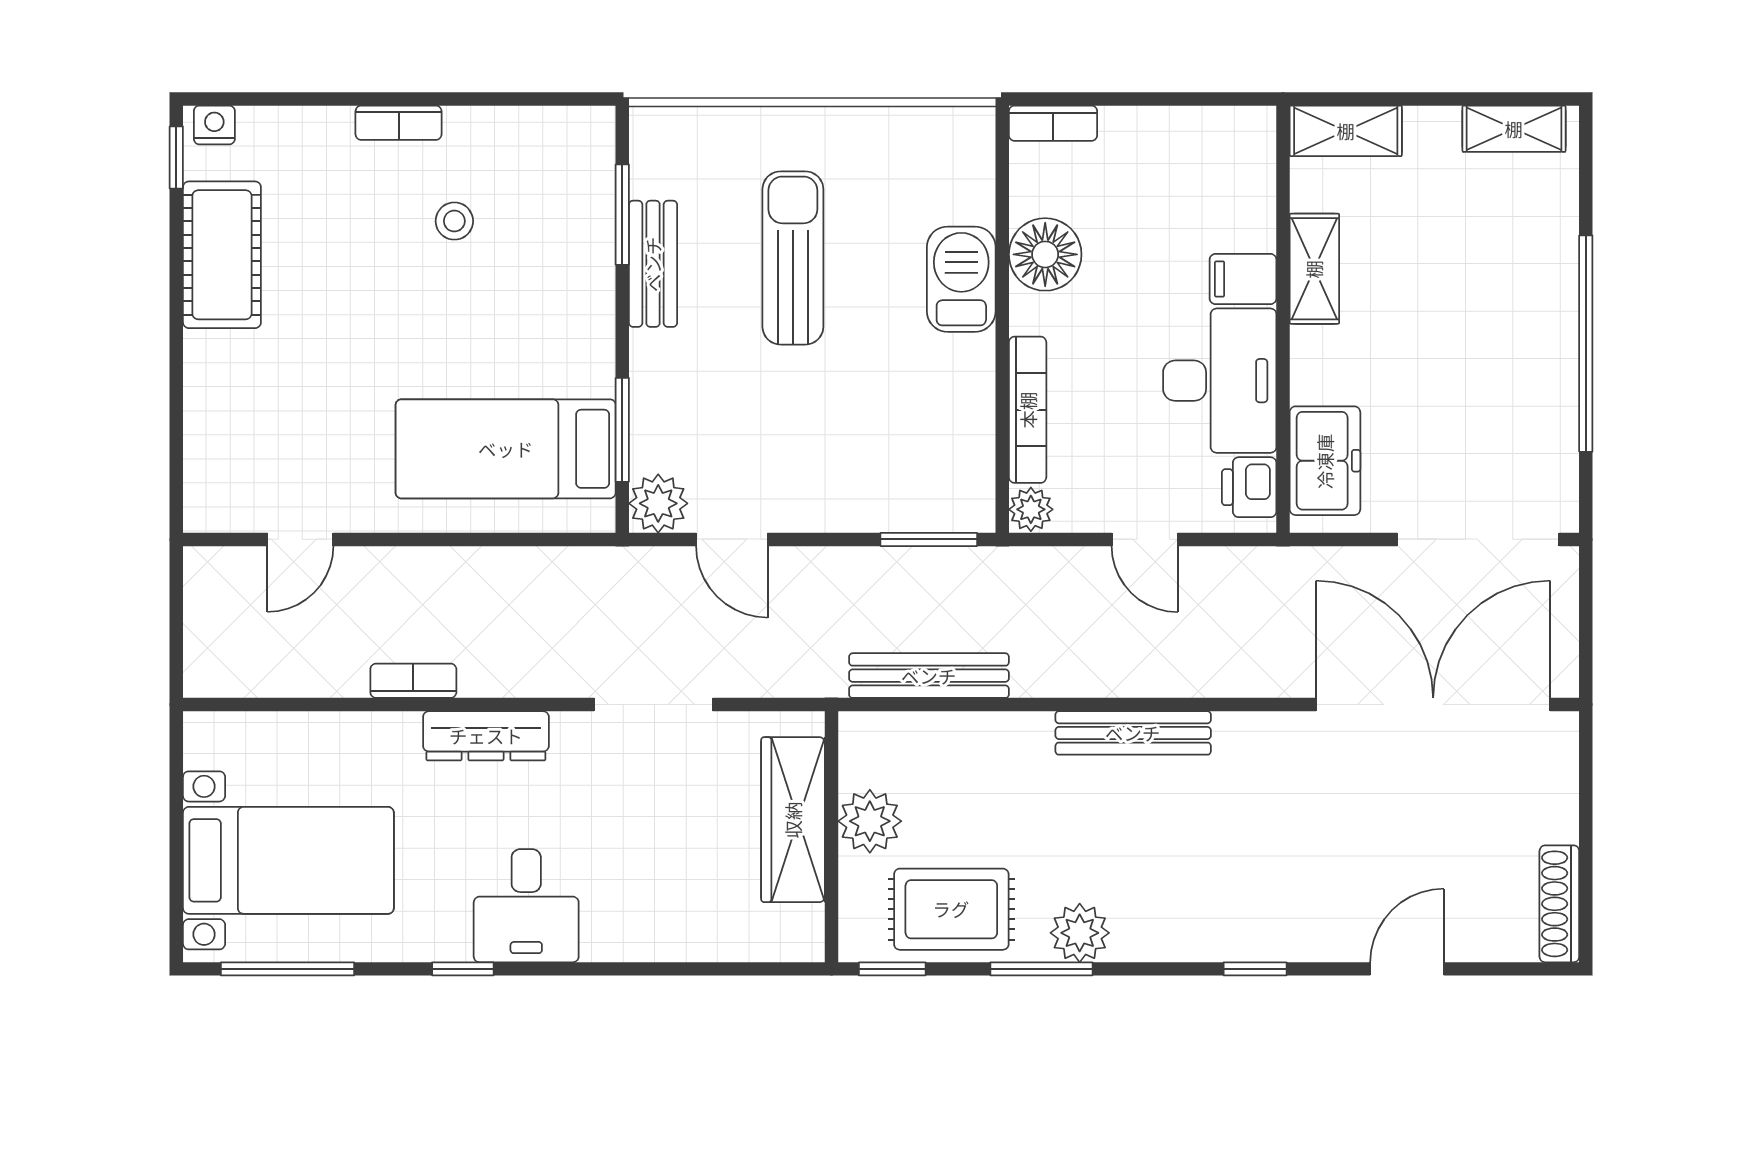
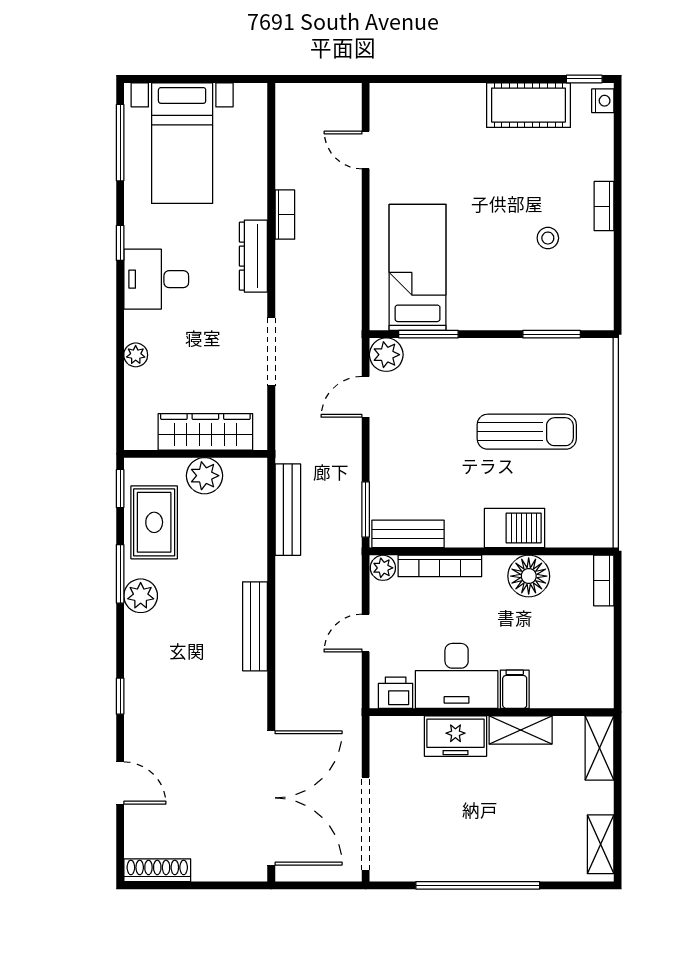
bench: (653, 264) -> (408, 534), moved
freezer: (1325, 461) -> (455, 736), moved
plant: (659, 941) -> (136, 355), added

